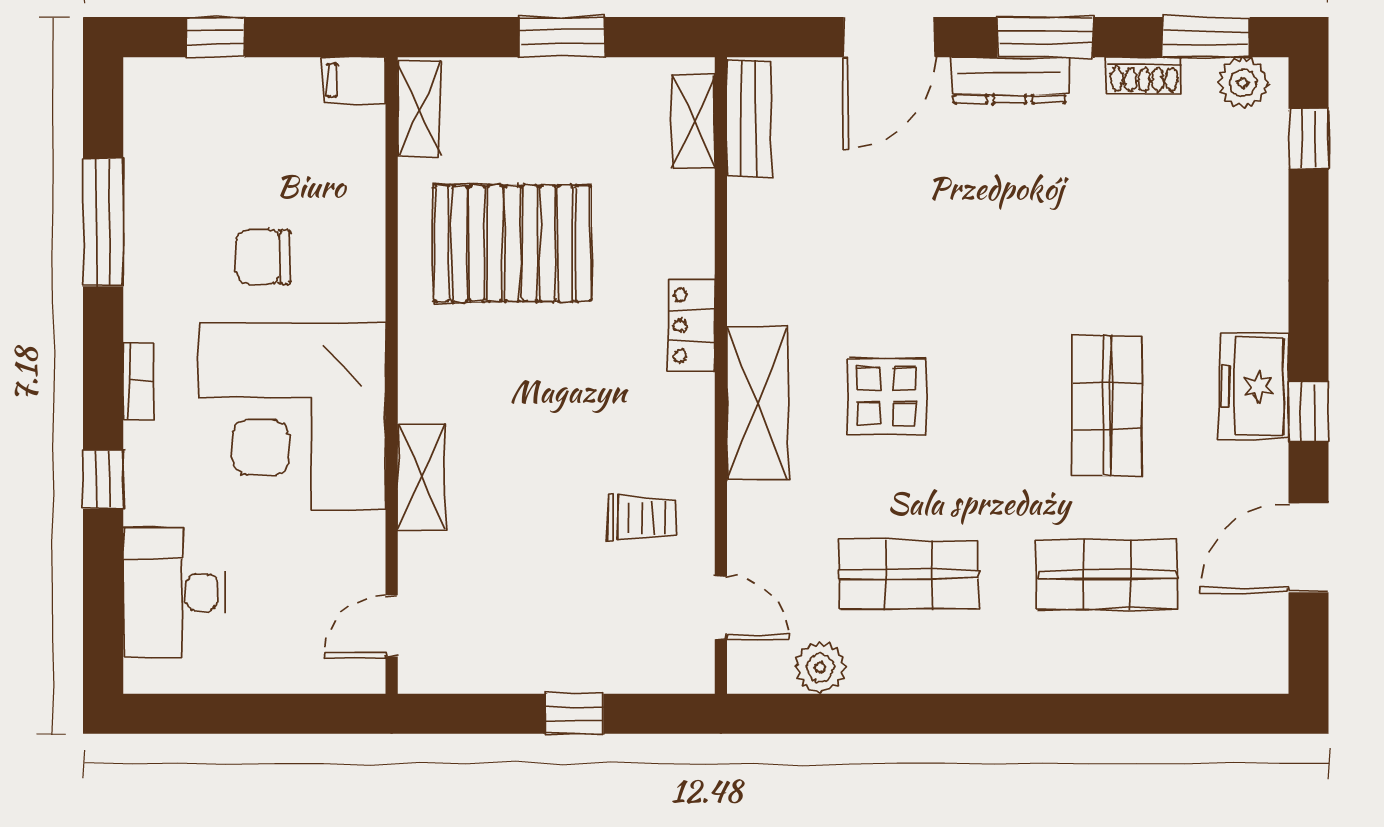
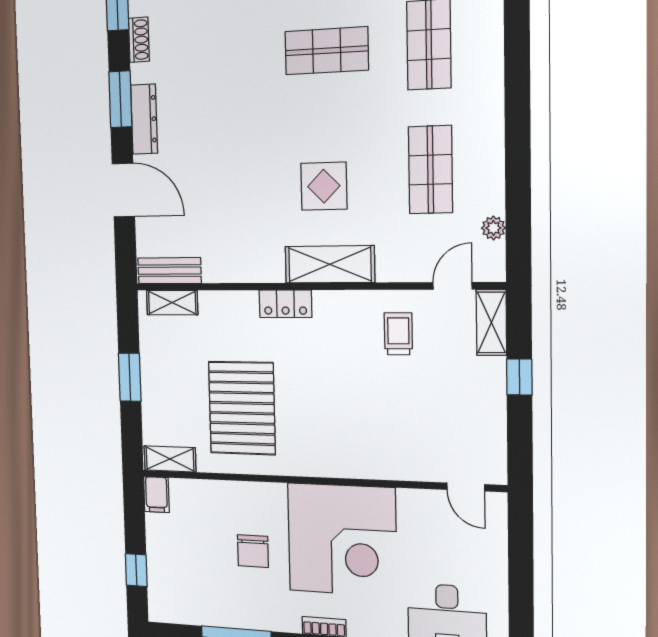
shelving: (421, 477) -> (491, 322), moved, turned 90
plant: (820, 667) -> (493, 228), width x0.73, depth x0.73

